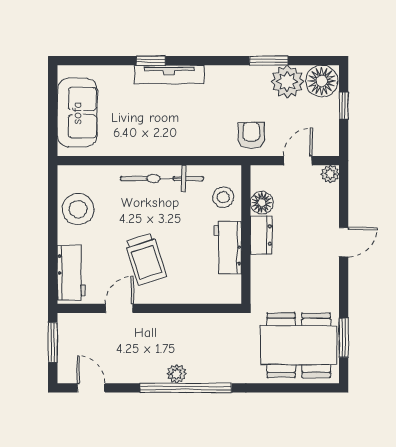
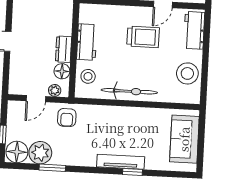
plant: (330, 174) -> (55, 90), moved
trolley: (146, 259) -> (143, 37), turned 108

